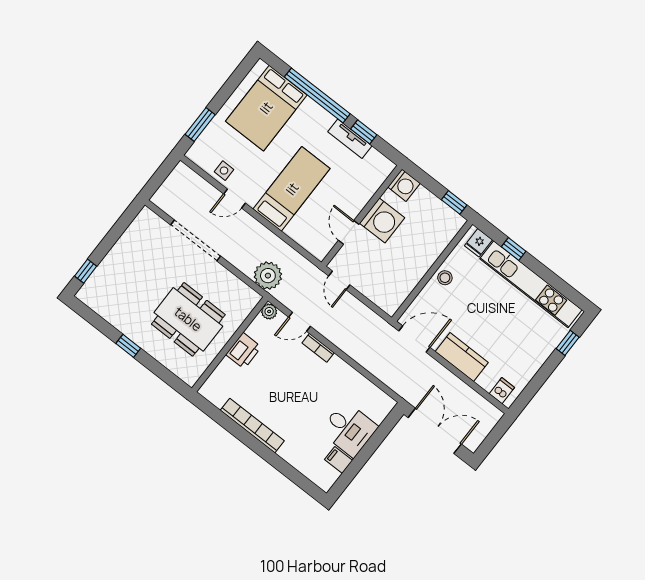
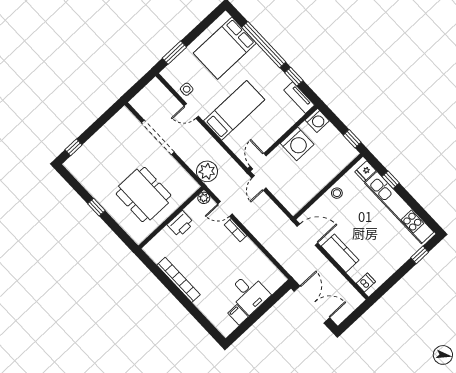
tv unit: (350, 139) -> (299, 98), moved
door: (349, 232) -> (258, 161), moved

